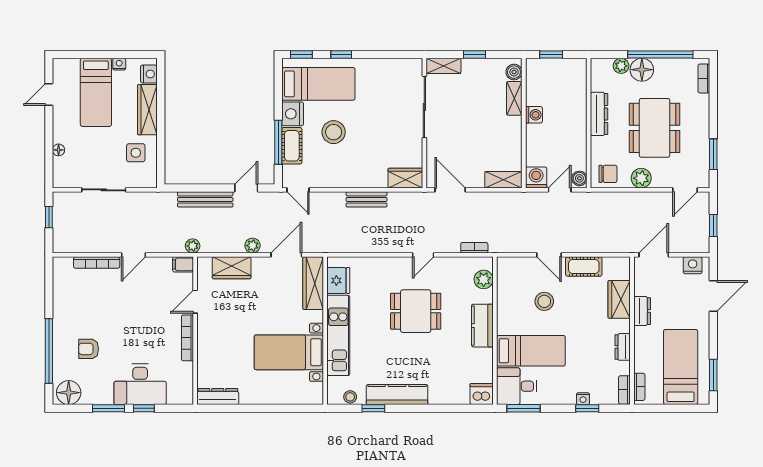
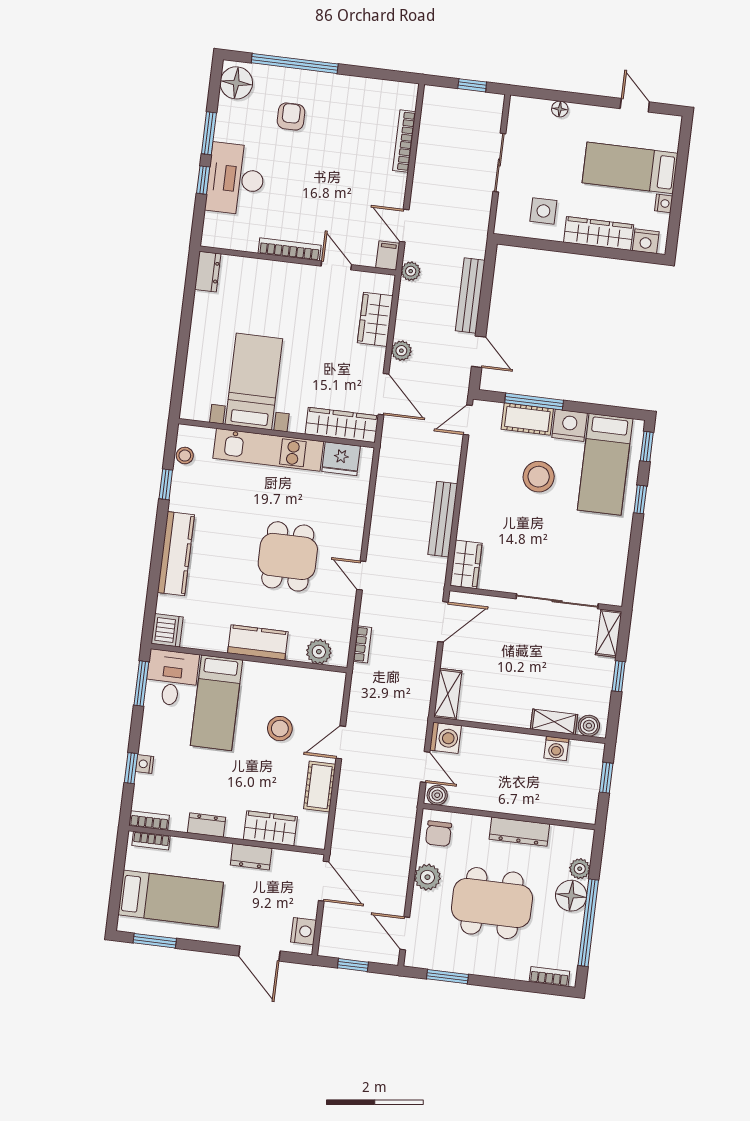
washing machine: (534, 115) -> (556, 748), moved
bench: (367, 199) -> (443, 519), width x1.36
door: (134, 255) -> (404, 226), moved
kitchen counter: (397, 394) -> (176, 554), moved
dresser: (218, 397) -> (208, 272), width x0.70

